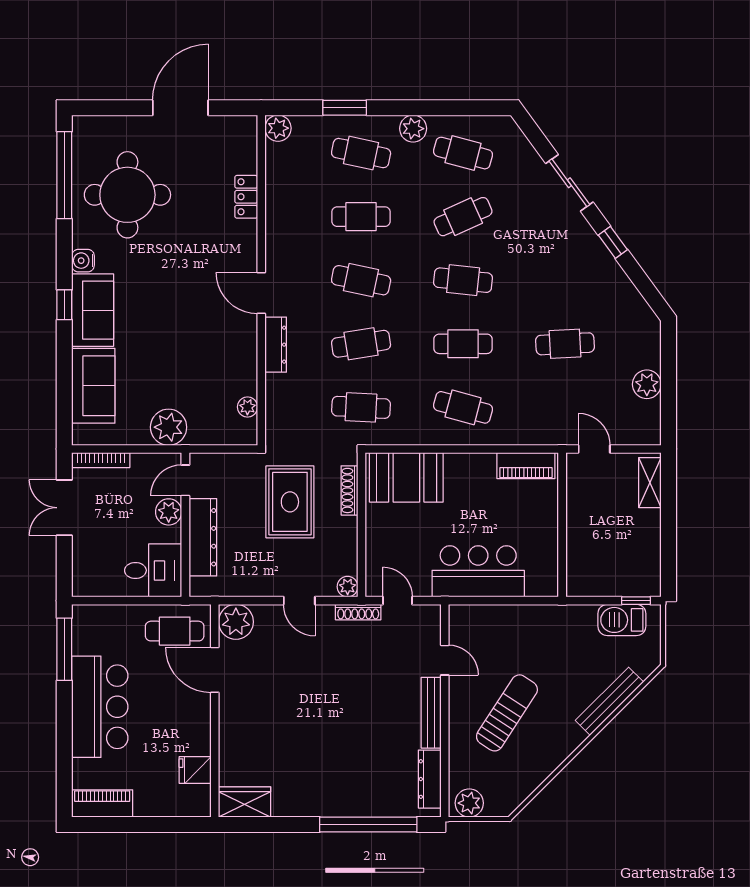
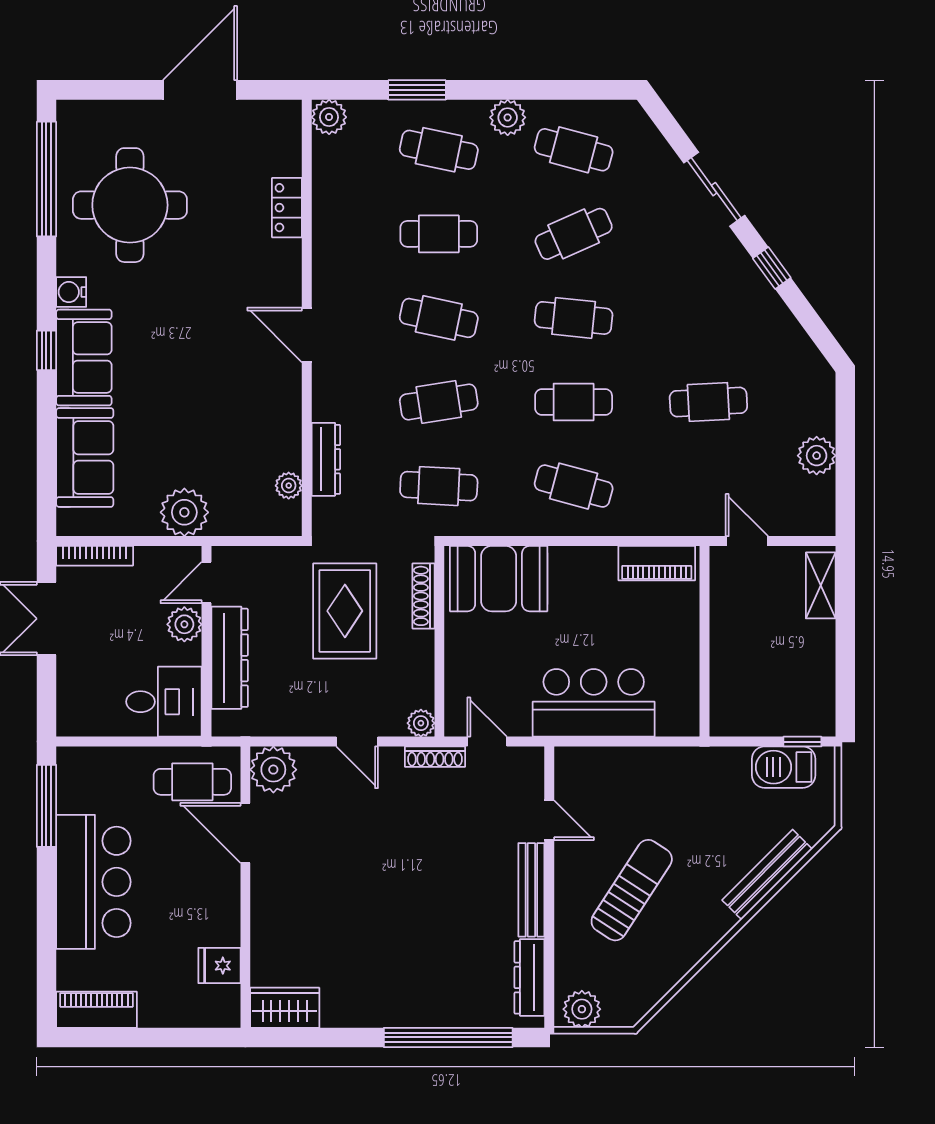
dresser: (276, 345) -> (326, 459), moved

